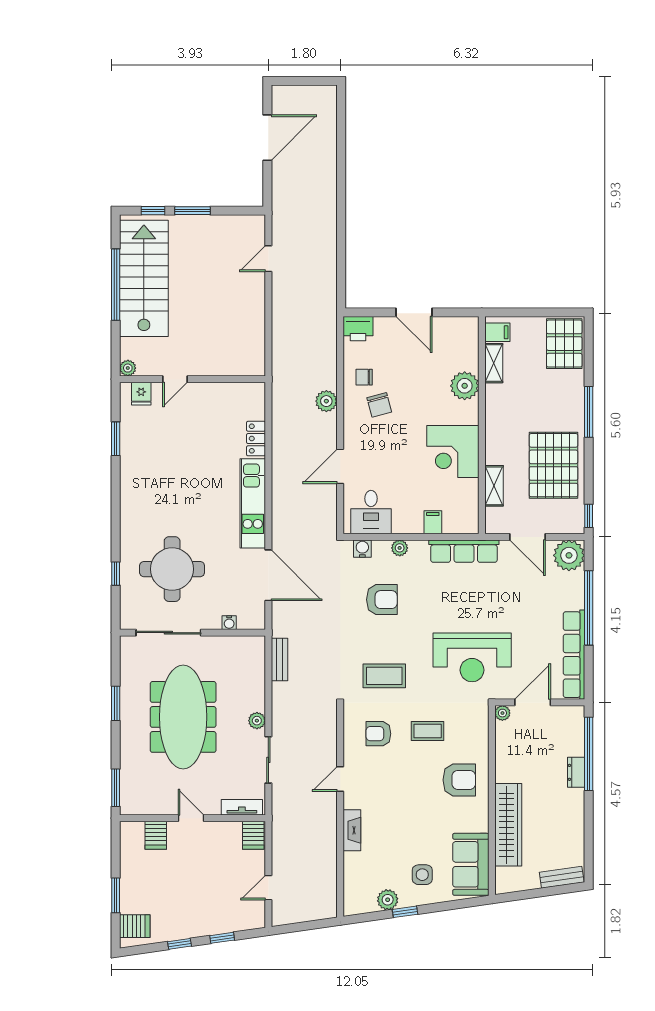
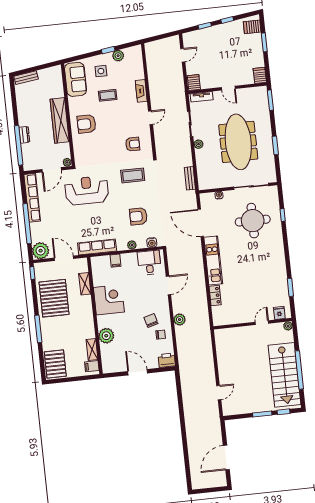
coffee table: (428, 731) -> (108, 95), moved
wardrobe: (508, 825) -> (60, 120), moved
server rack: (156, 835) -> (260, 75), moved

